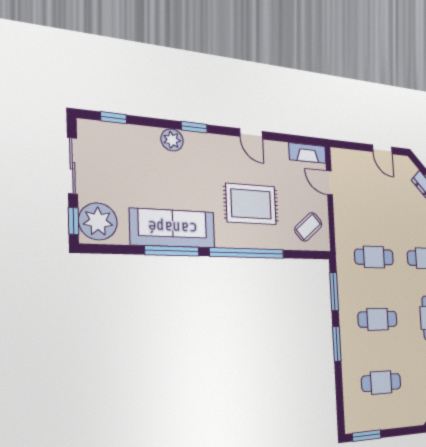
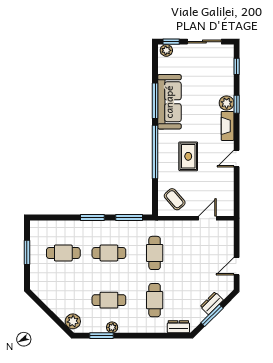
window: (194, 127) -> (237, 104), moved
fireplace: (307, 153) -> (228, 126), moved
rug: (251, 204) -> (188, 156), width x0.73, depth x0.70
plant: (98, 221) -> (166, 50), width x0.53, depth x0.53
cafe table: (378, 319) -> (109, 253), turned 90
cafe table: (381, 382) -> (63, 253), turned 90
window: (367, 436) -> (27, 252), moved

